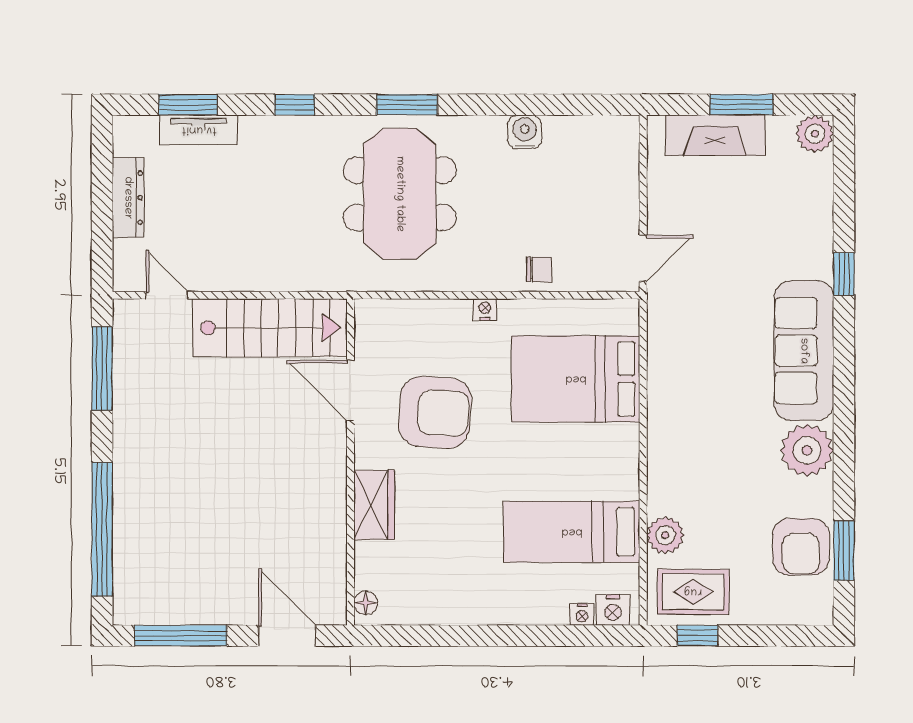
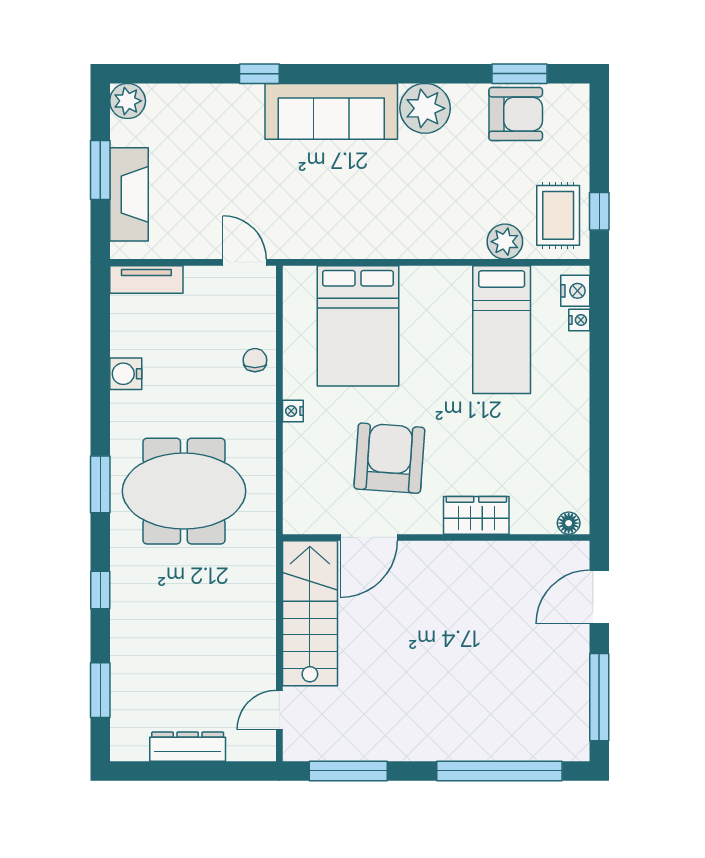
tv unit: (199, 130) -> (146, 280), moved, turned 90

